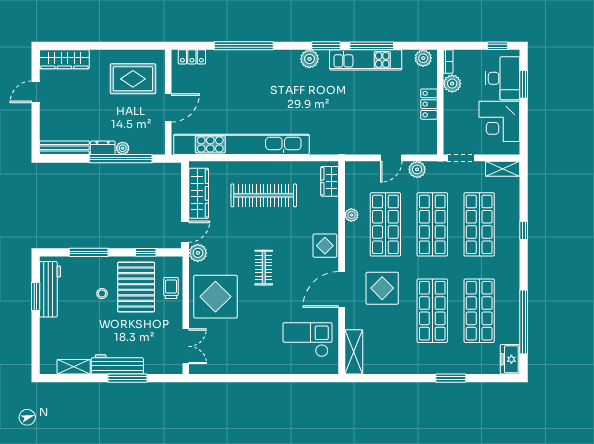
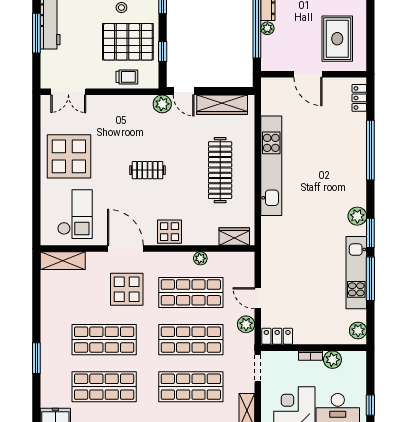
bookcase: (448, 62) -> (310, 356), moved
locker: (429, 104) -> (277, 336), moved
kitchen unit: (241, 144) -> (271, 166), width x0.73
display table: (215, 297) -> (69, 156), moved

